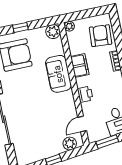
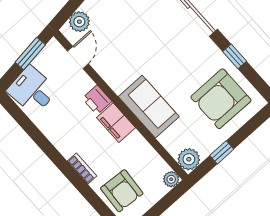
window: (20, 27) -> (222, 152), moved
filing cabinet: (80, 66) -> (116, 123), moved

